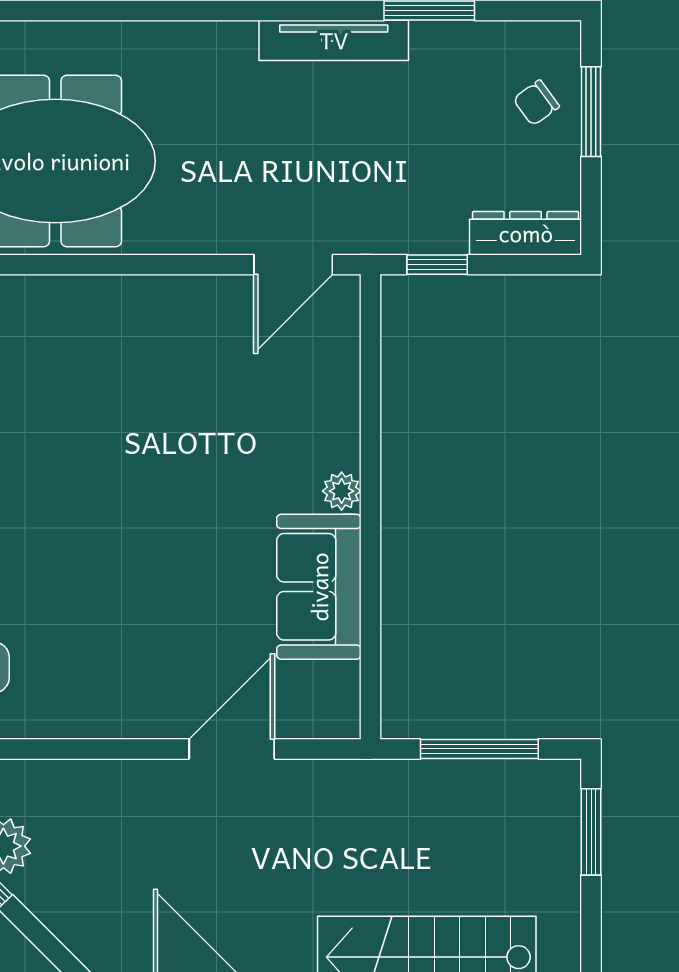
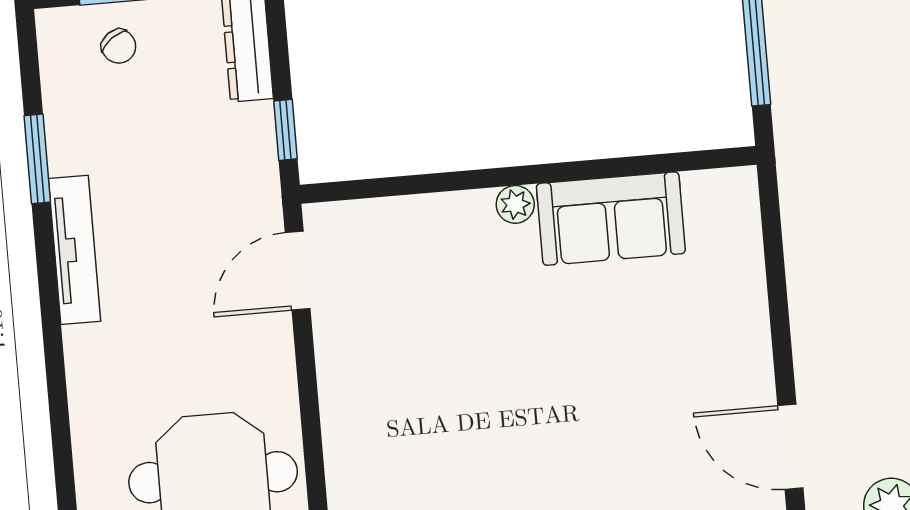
door: (293, 265) -> (298, 271), swing flipped
door: (232, 749) -> (790, 447), moved

